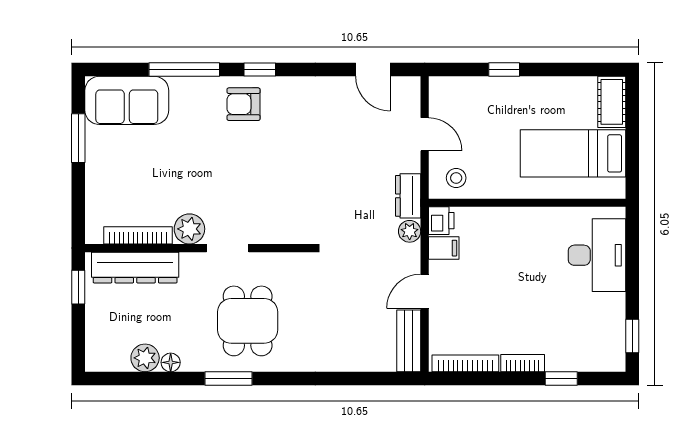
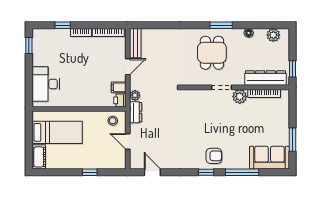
plant: (145, 358) -> (273, 35), moved

